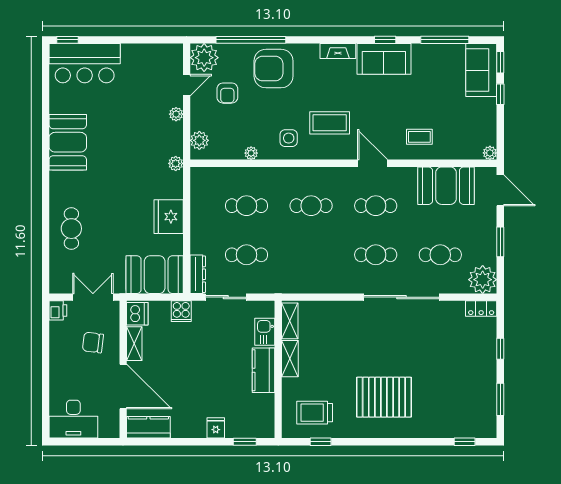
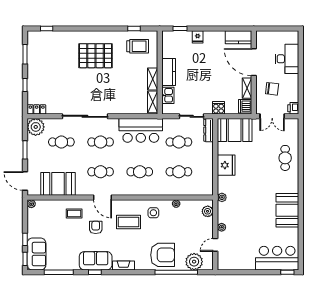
plant: (204, 58) -> (194, 262), moved
armchair: (227, 93) -> (96, 227), moved
bar counter: (309, 274) -> (141, 130), added
desk: (73, 419) -> (287, 59), moved, turned 90

